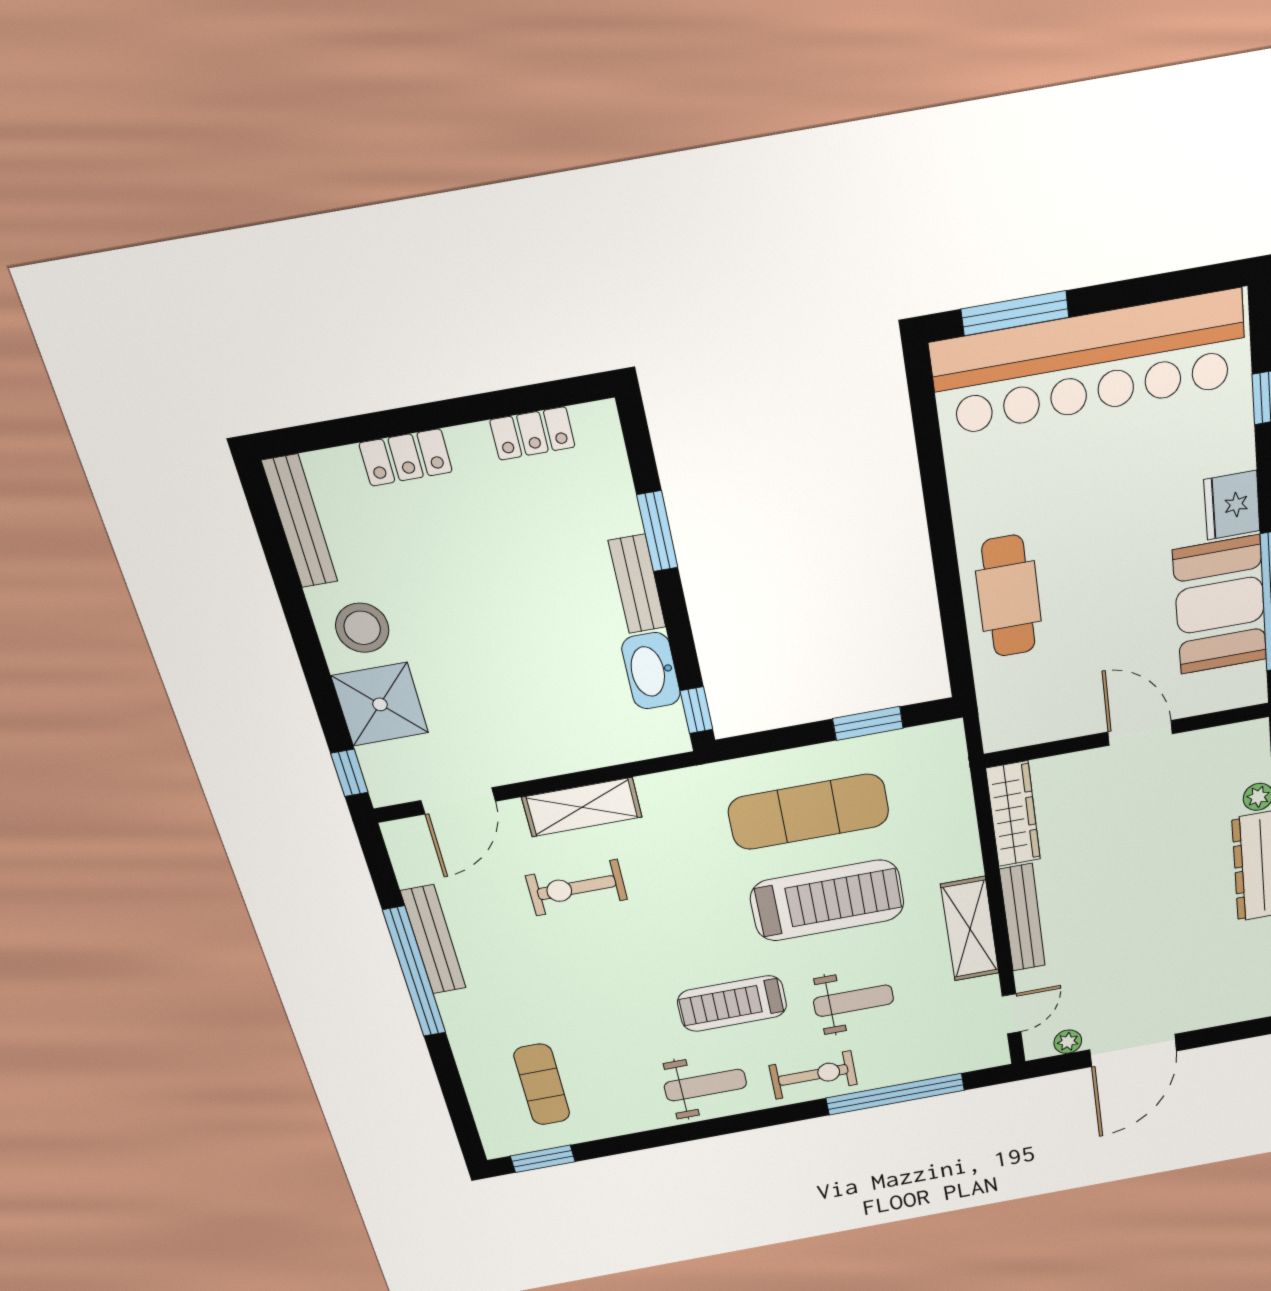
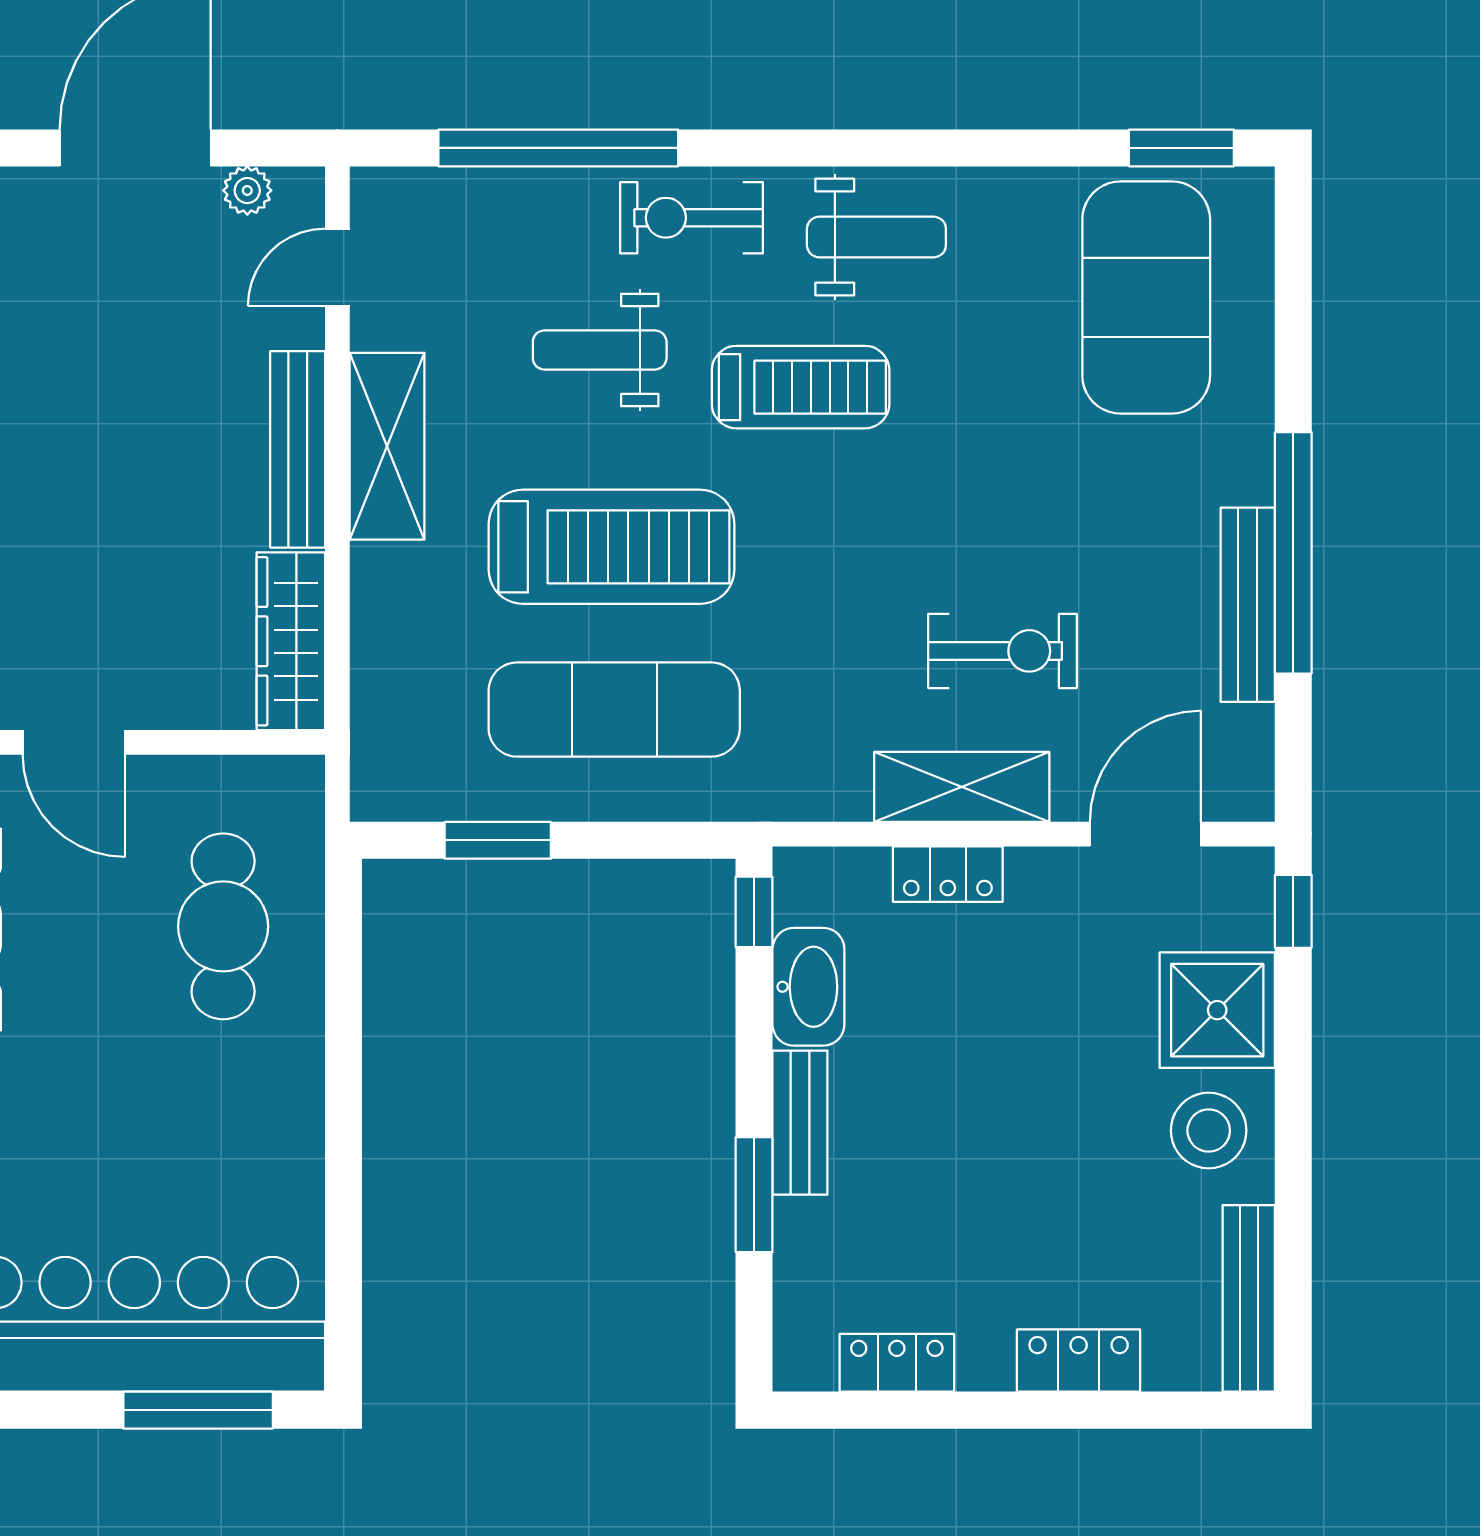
cafe table: (1009, 596) -> (223, 926), moved
locker: (578, 755) -> (948, 874), added
treadmill: (827, 901) -> (611, 547), turned 180
exercise mat: (542, 1085) -> (1146, 297), width x2.00, depth x1.45
weight bench: (705, 1085) -> (876, 237), turned 180

